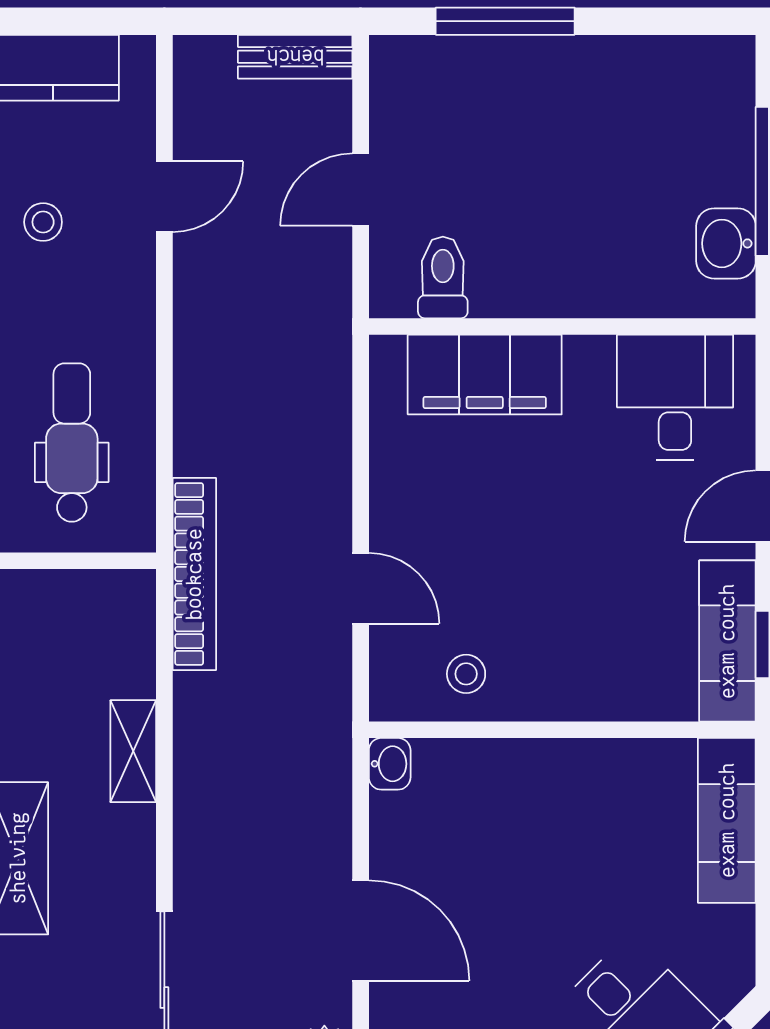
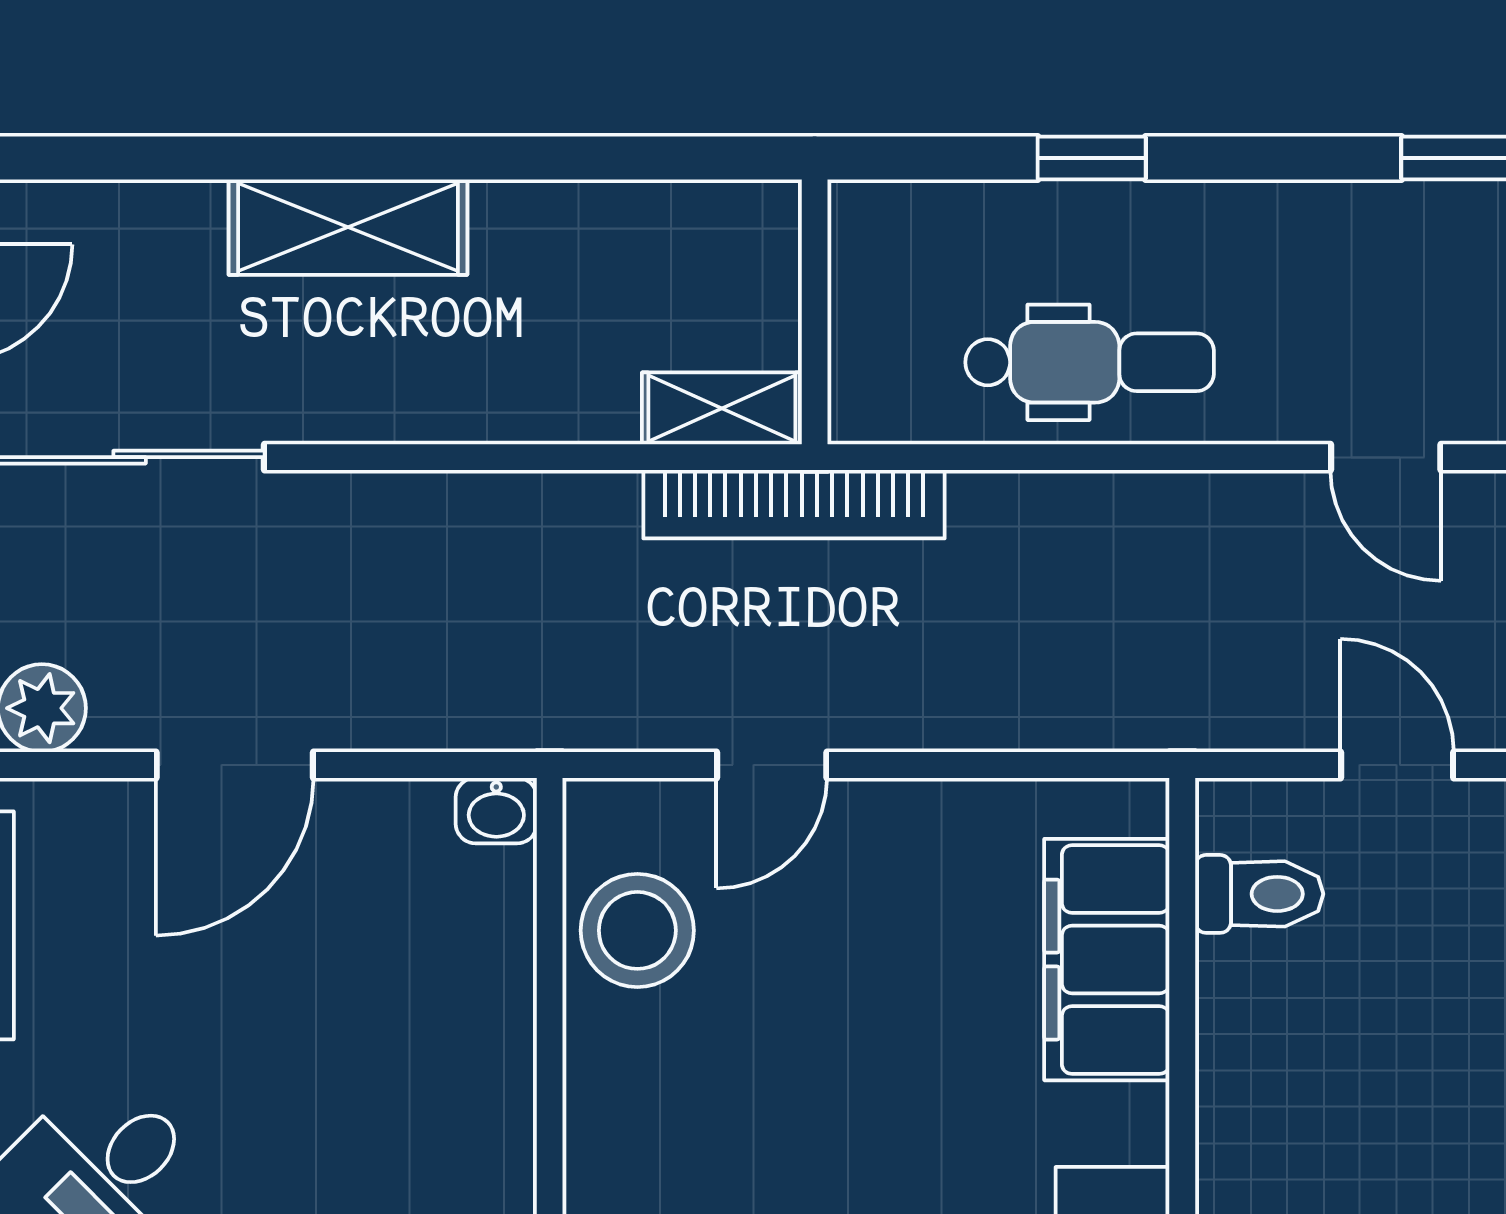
stool: (43, 222) -> (1346, 267), removed
dental chair: (72, 443) -> (1090, 362), moved
stool: (466, 674) -> (637, 930), width x1.89, depth x1.89
shelving: (133, 751) -> (722, 408), moved

